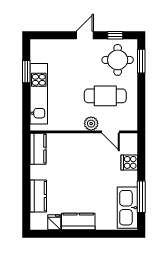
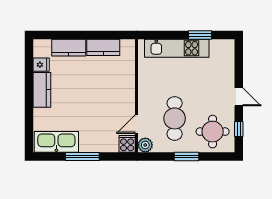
window: (141, 61) -> (187, 156), moved
plant: (91, 124) -> (145, 145), moved
kitchen counter: (38, 149) -> (103, 47), moved
cooker: (129, 162) -> (127, 144), moved
window: (141, 197) -> (82, 156), moved

